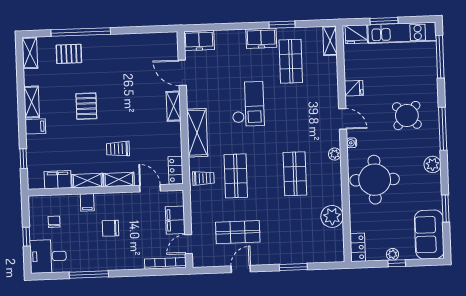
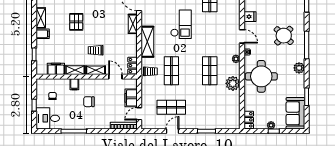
plant: (332, 216) -> (233, 83), moved

